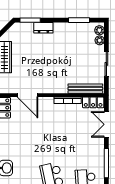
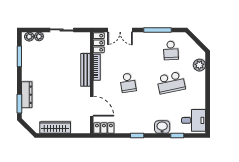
dresser: (43, 28) -> (27, 95), width x1.44
bench: (85, 89) -> (85, 70), moved
door: (27, 95) -> (92, 106), hinge flipped
school desk: (52, 133) -> (128, 83), added

